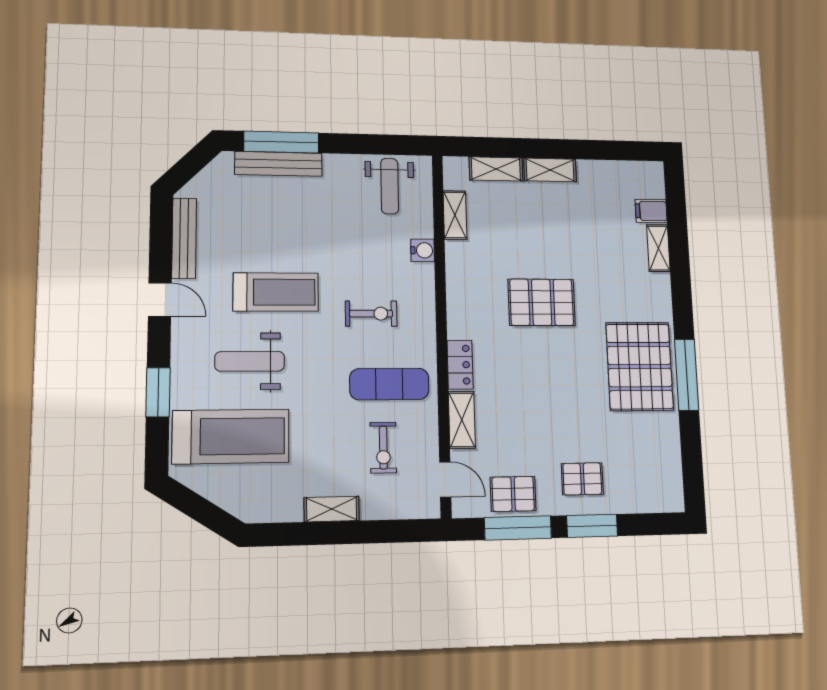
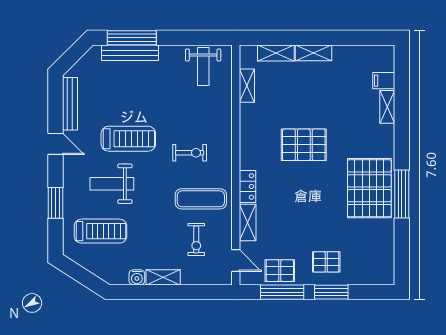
water cooler: (423, 250) -> (137, 277), moved, turned 90
treadmill: (231, 436) -> (100, 231), width x0.73, depth x0.73

